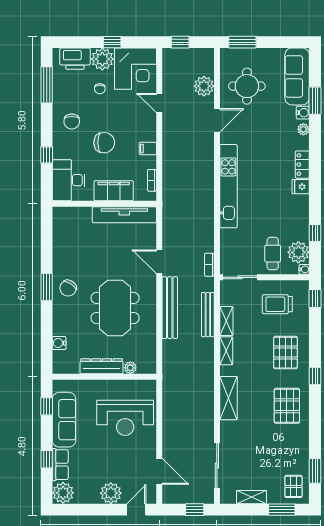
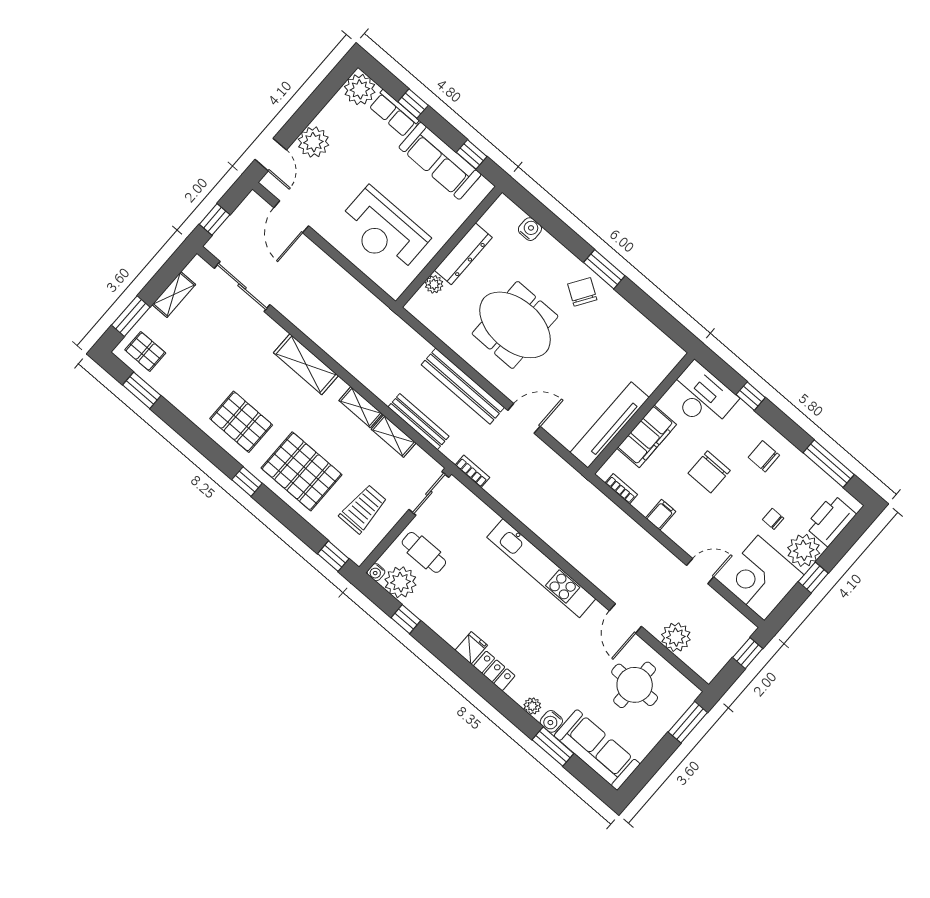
pallet: (286, 353) -> (302, 471), width x1.37, depth x1.41
reception desk: (125, 418) -> (383, 230), turned -90
door: (159, 471) -> (291, 217), hinge flipped

